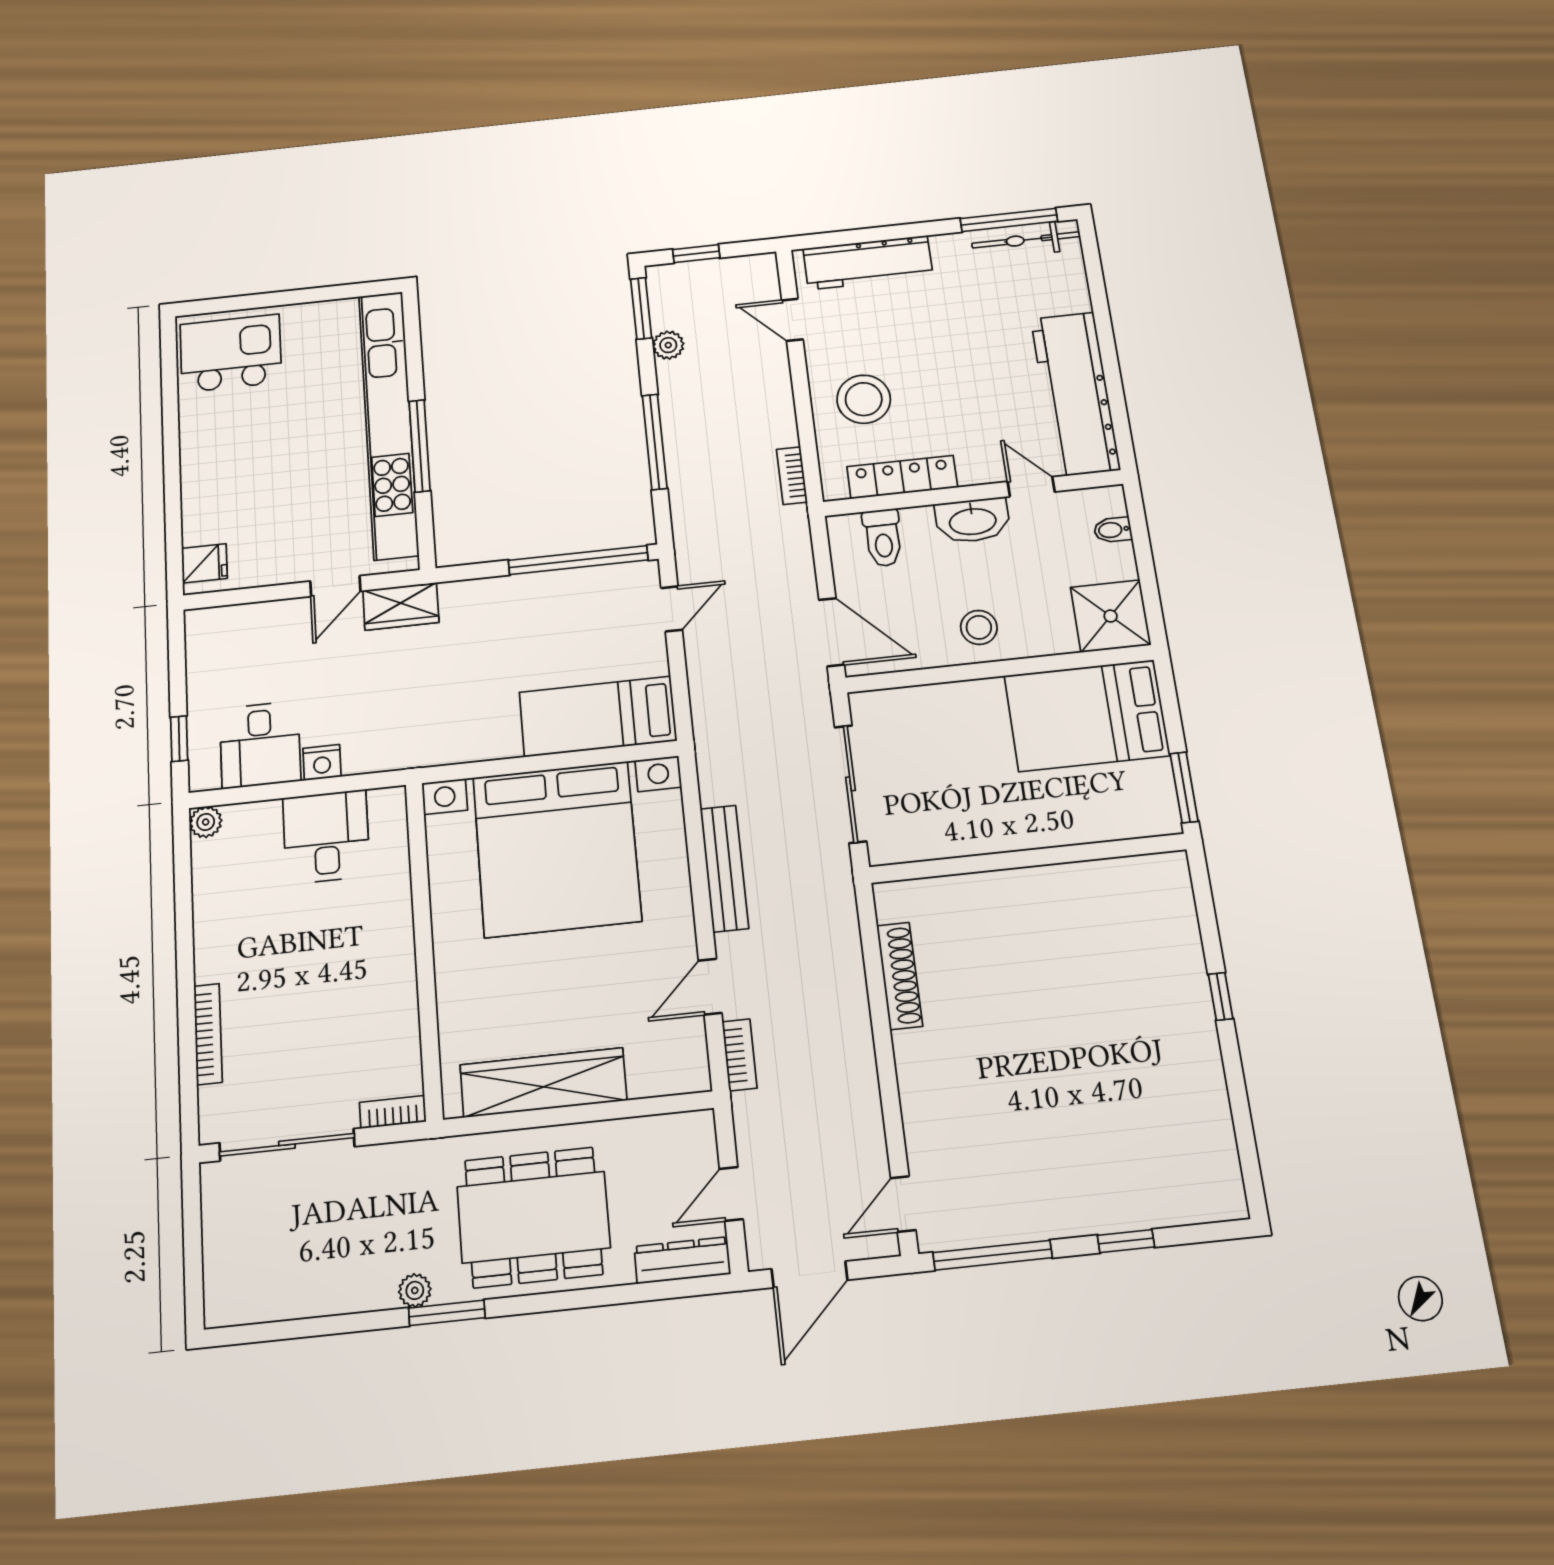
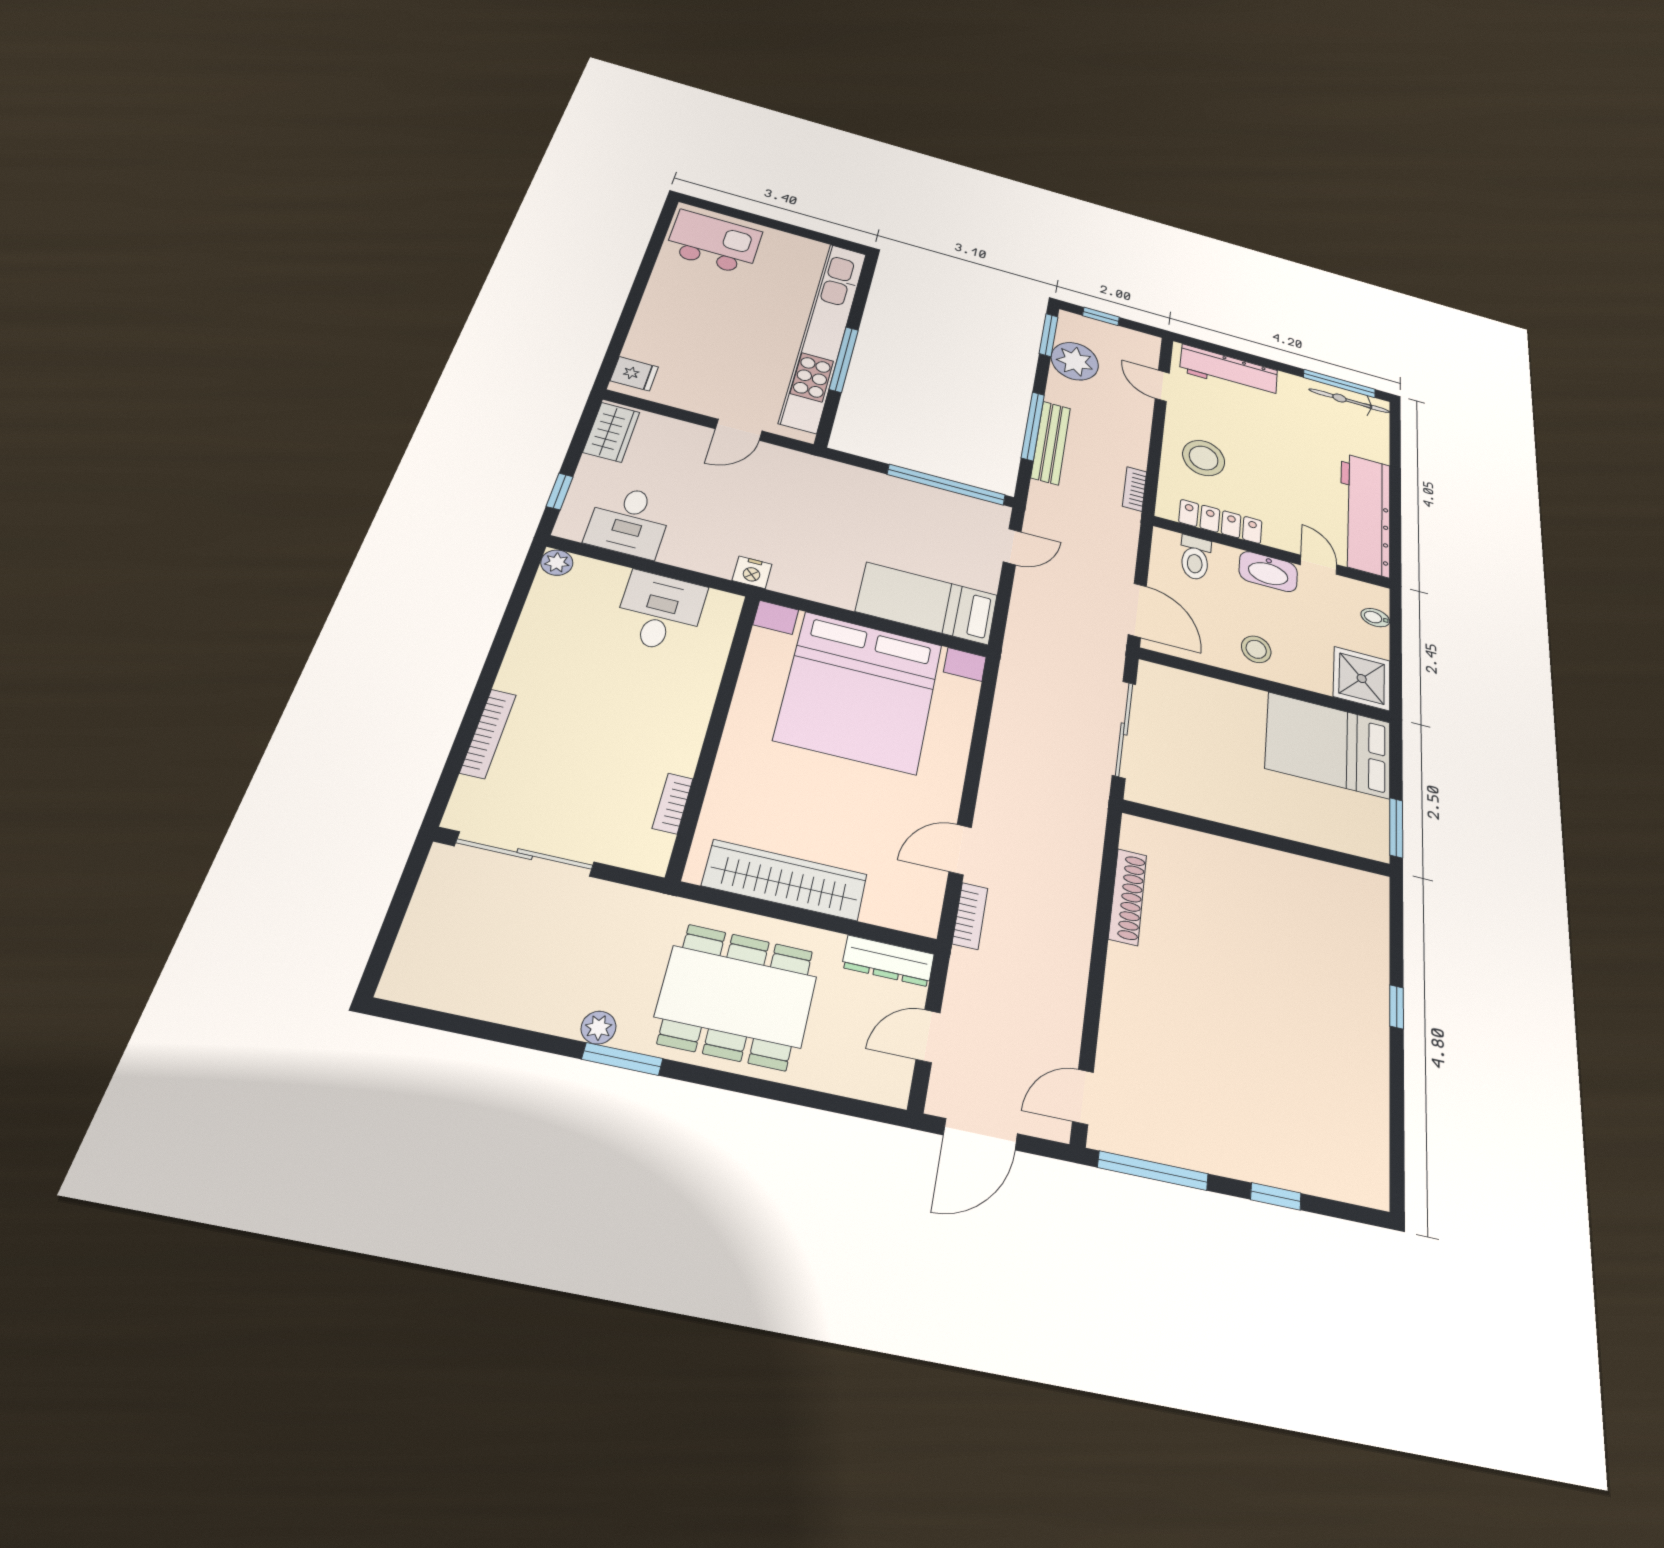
plant: (668, 345) -> (1075, 361), width x1.87, depth x1.87
wardrobe: (401, 606) -> (611, 432), moved, turned -90
nightstand: (322, 762) -> (752, 572), moved
bench: (724, 868) -> (1051, 443), moved
bookcase: (393, 1112) -> (673, 803), moved, turned -90
dresser: (682, 1260) -> (888, 961), moved, turned 180

